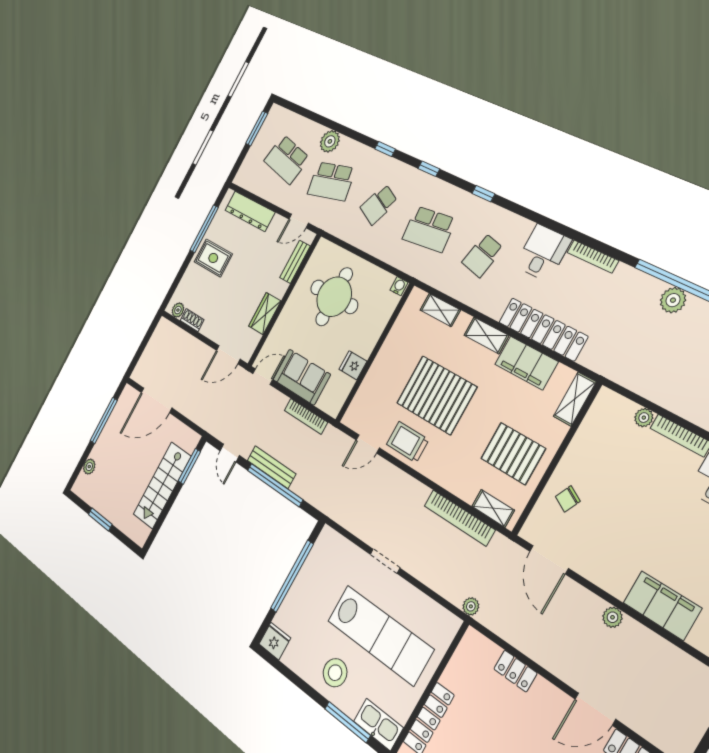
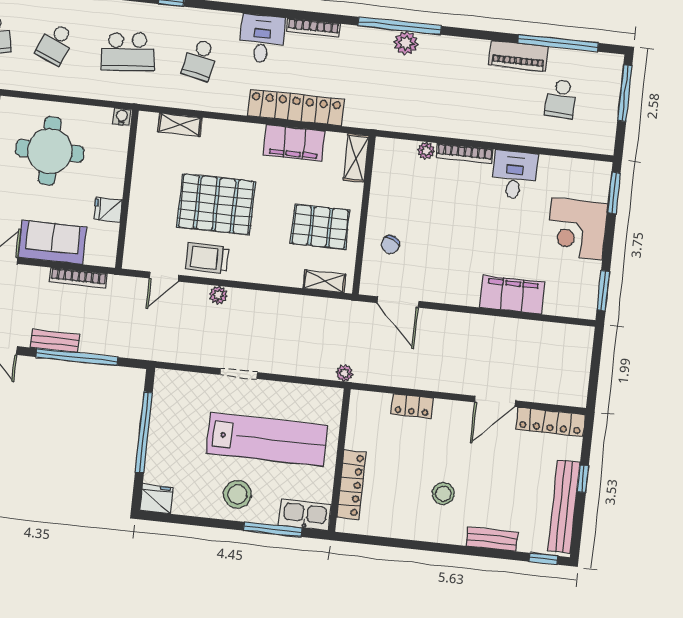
shelving: (486, 335) -> (241, 132), removed
bench: (271, 467) -> (55, 341), width x0.73
bookcase: (459, 518) -> (295, 303), removed
plant: (612, 617) -> (218, 295), moved

